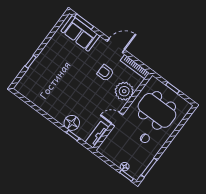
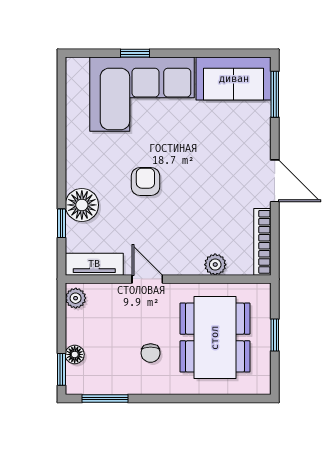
sofa: (80, 33) -> (234, 79), moved, turned -90
corner sofa: (48, 70) -> (142, 94), added
armchair: (105, 73) -> (145, 182), moved
plant: (124, 91) -> (215, 265), width x0.53, depth x0.53
plant: (104, 151) -> (76, 298), added

